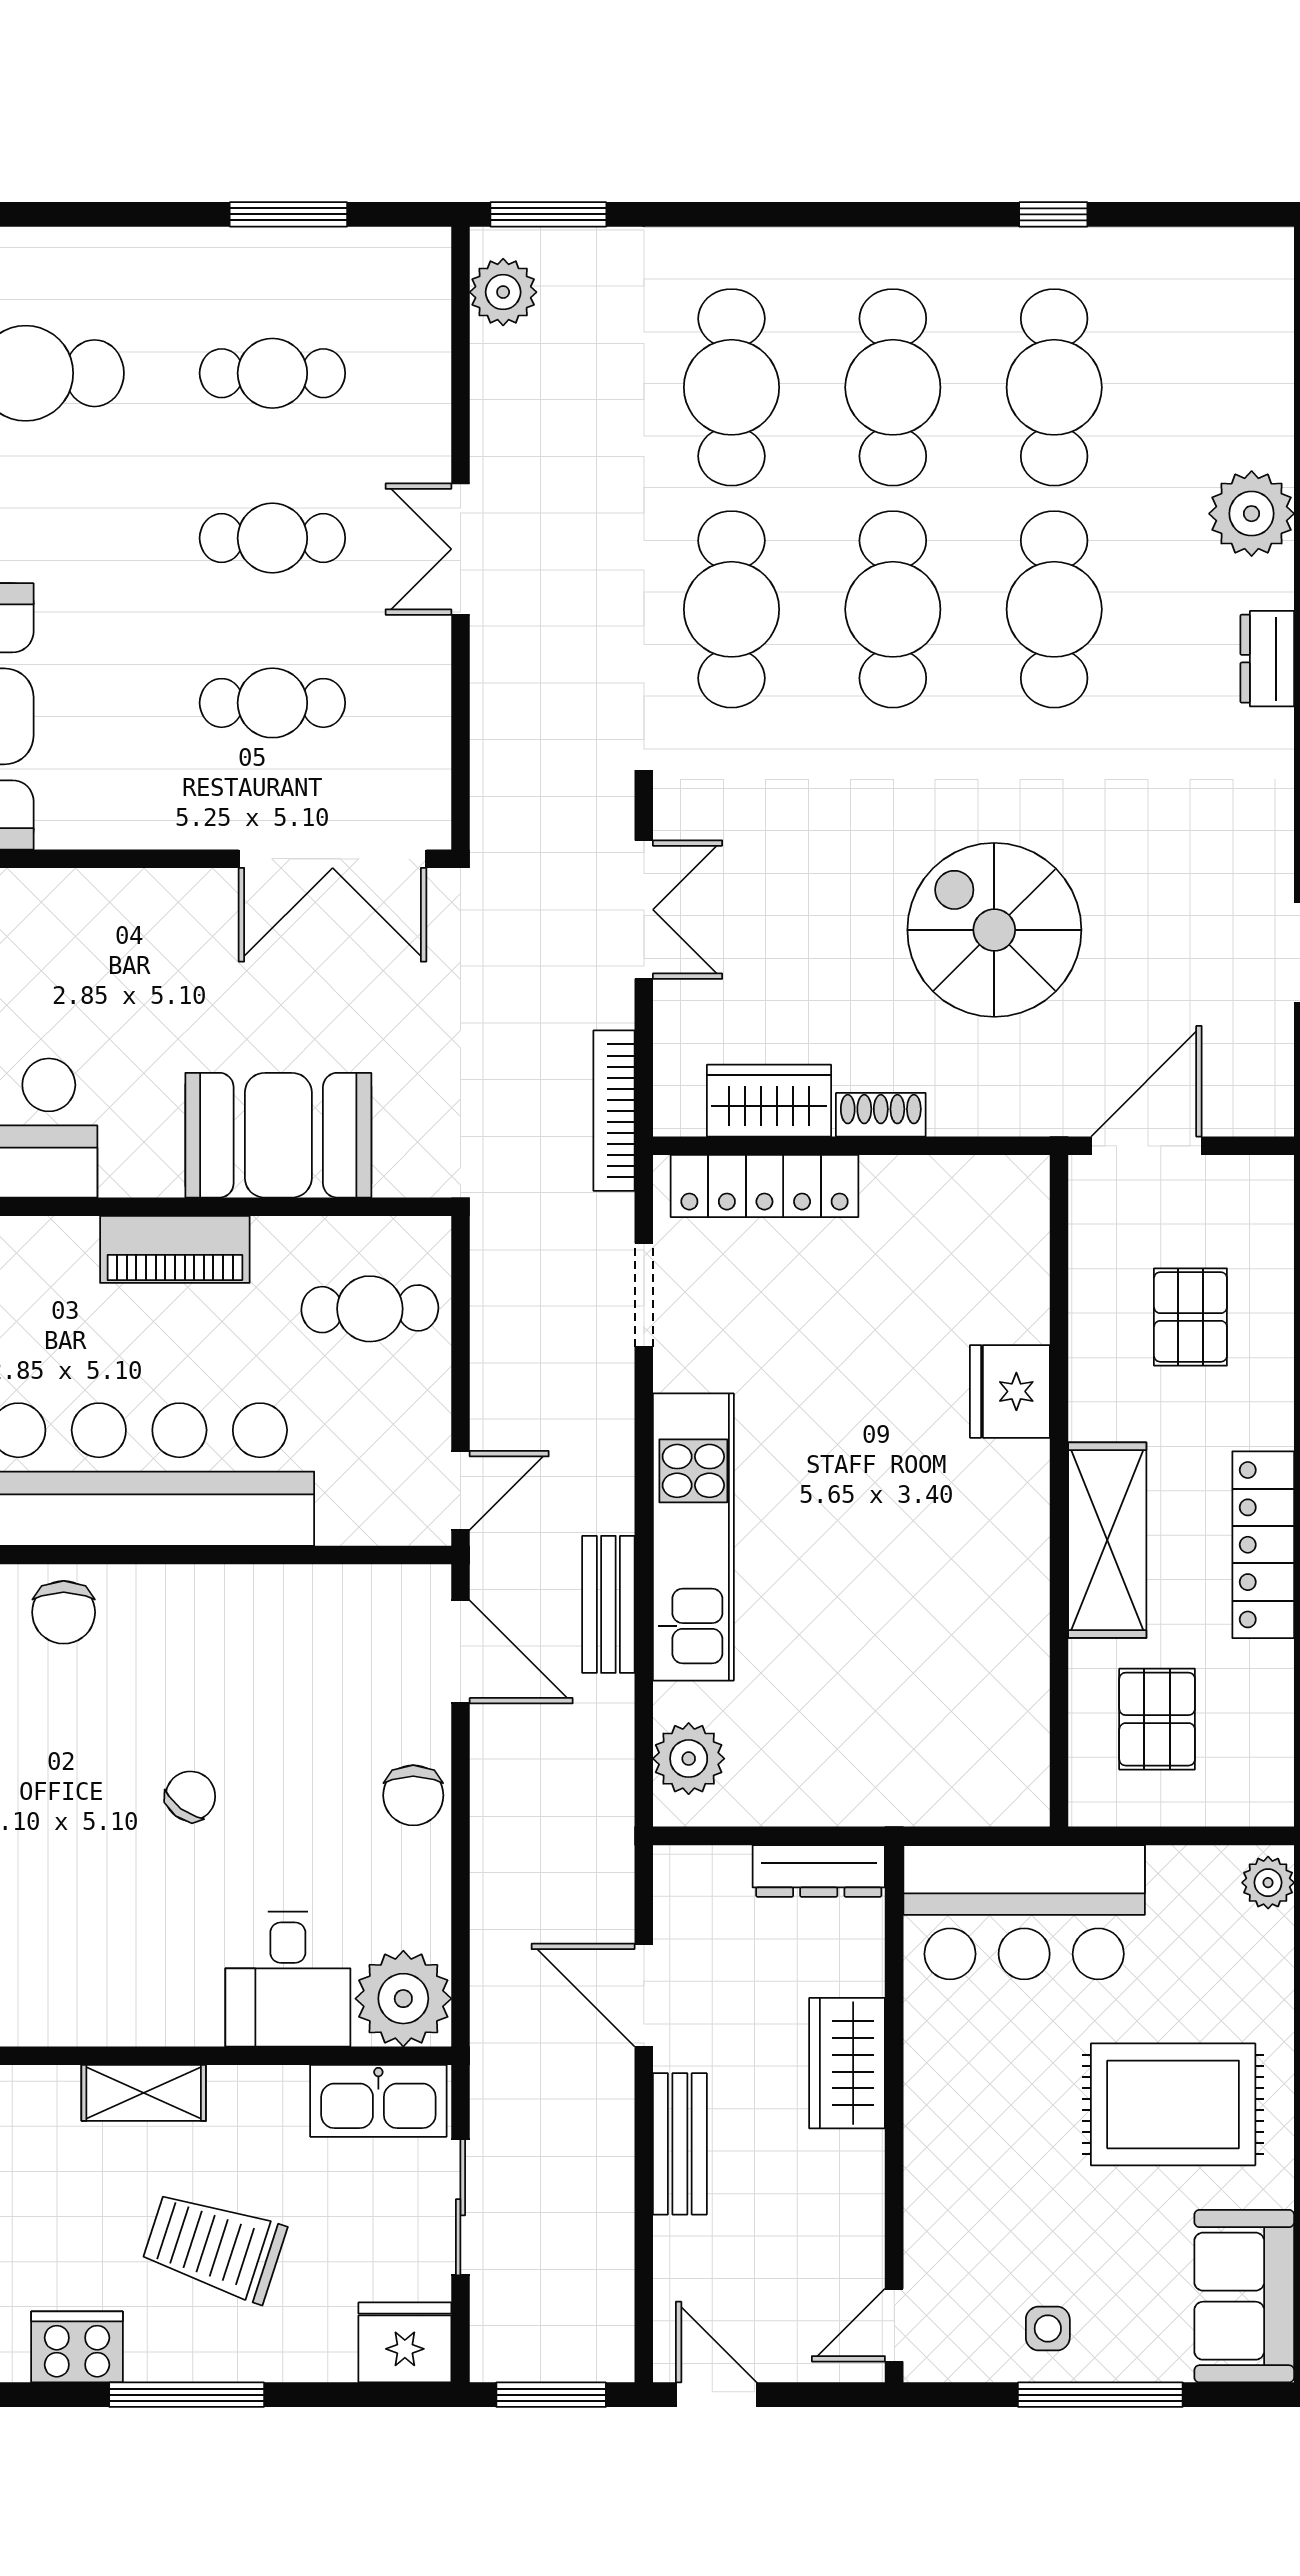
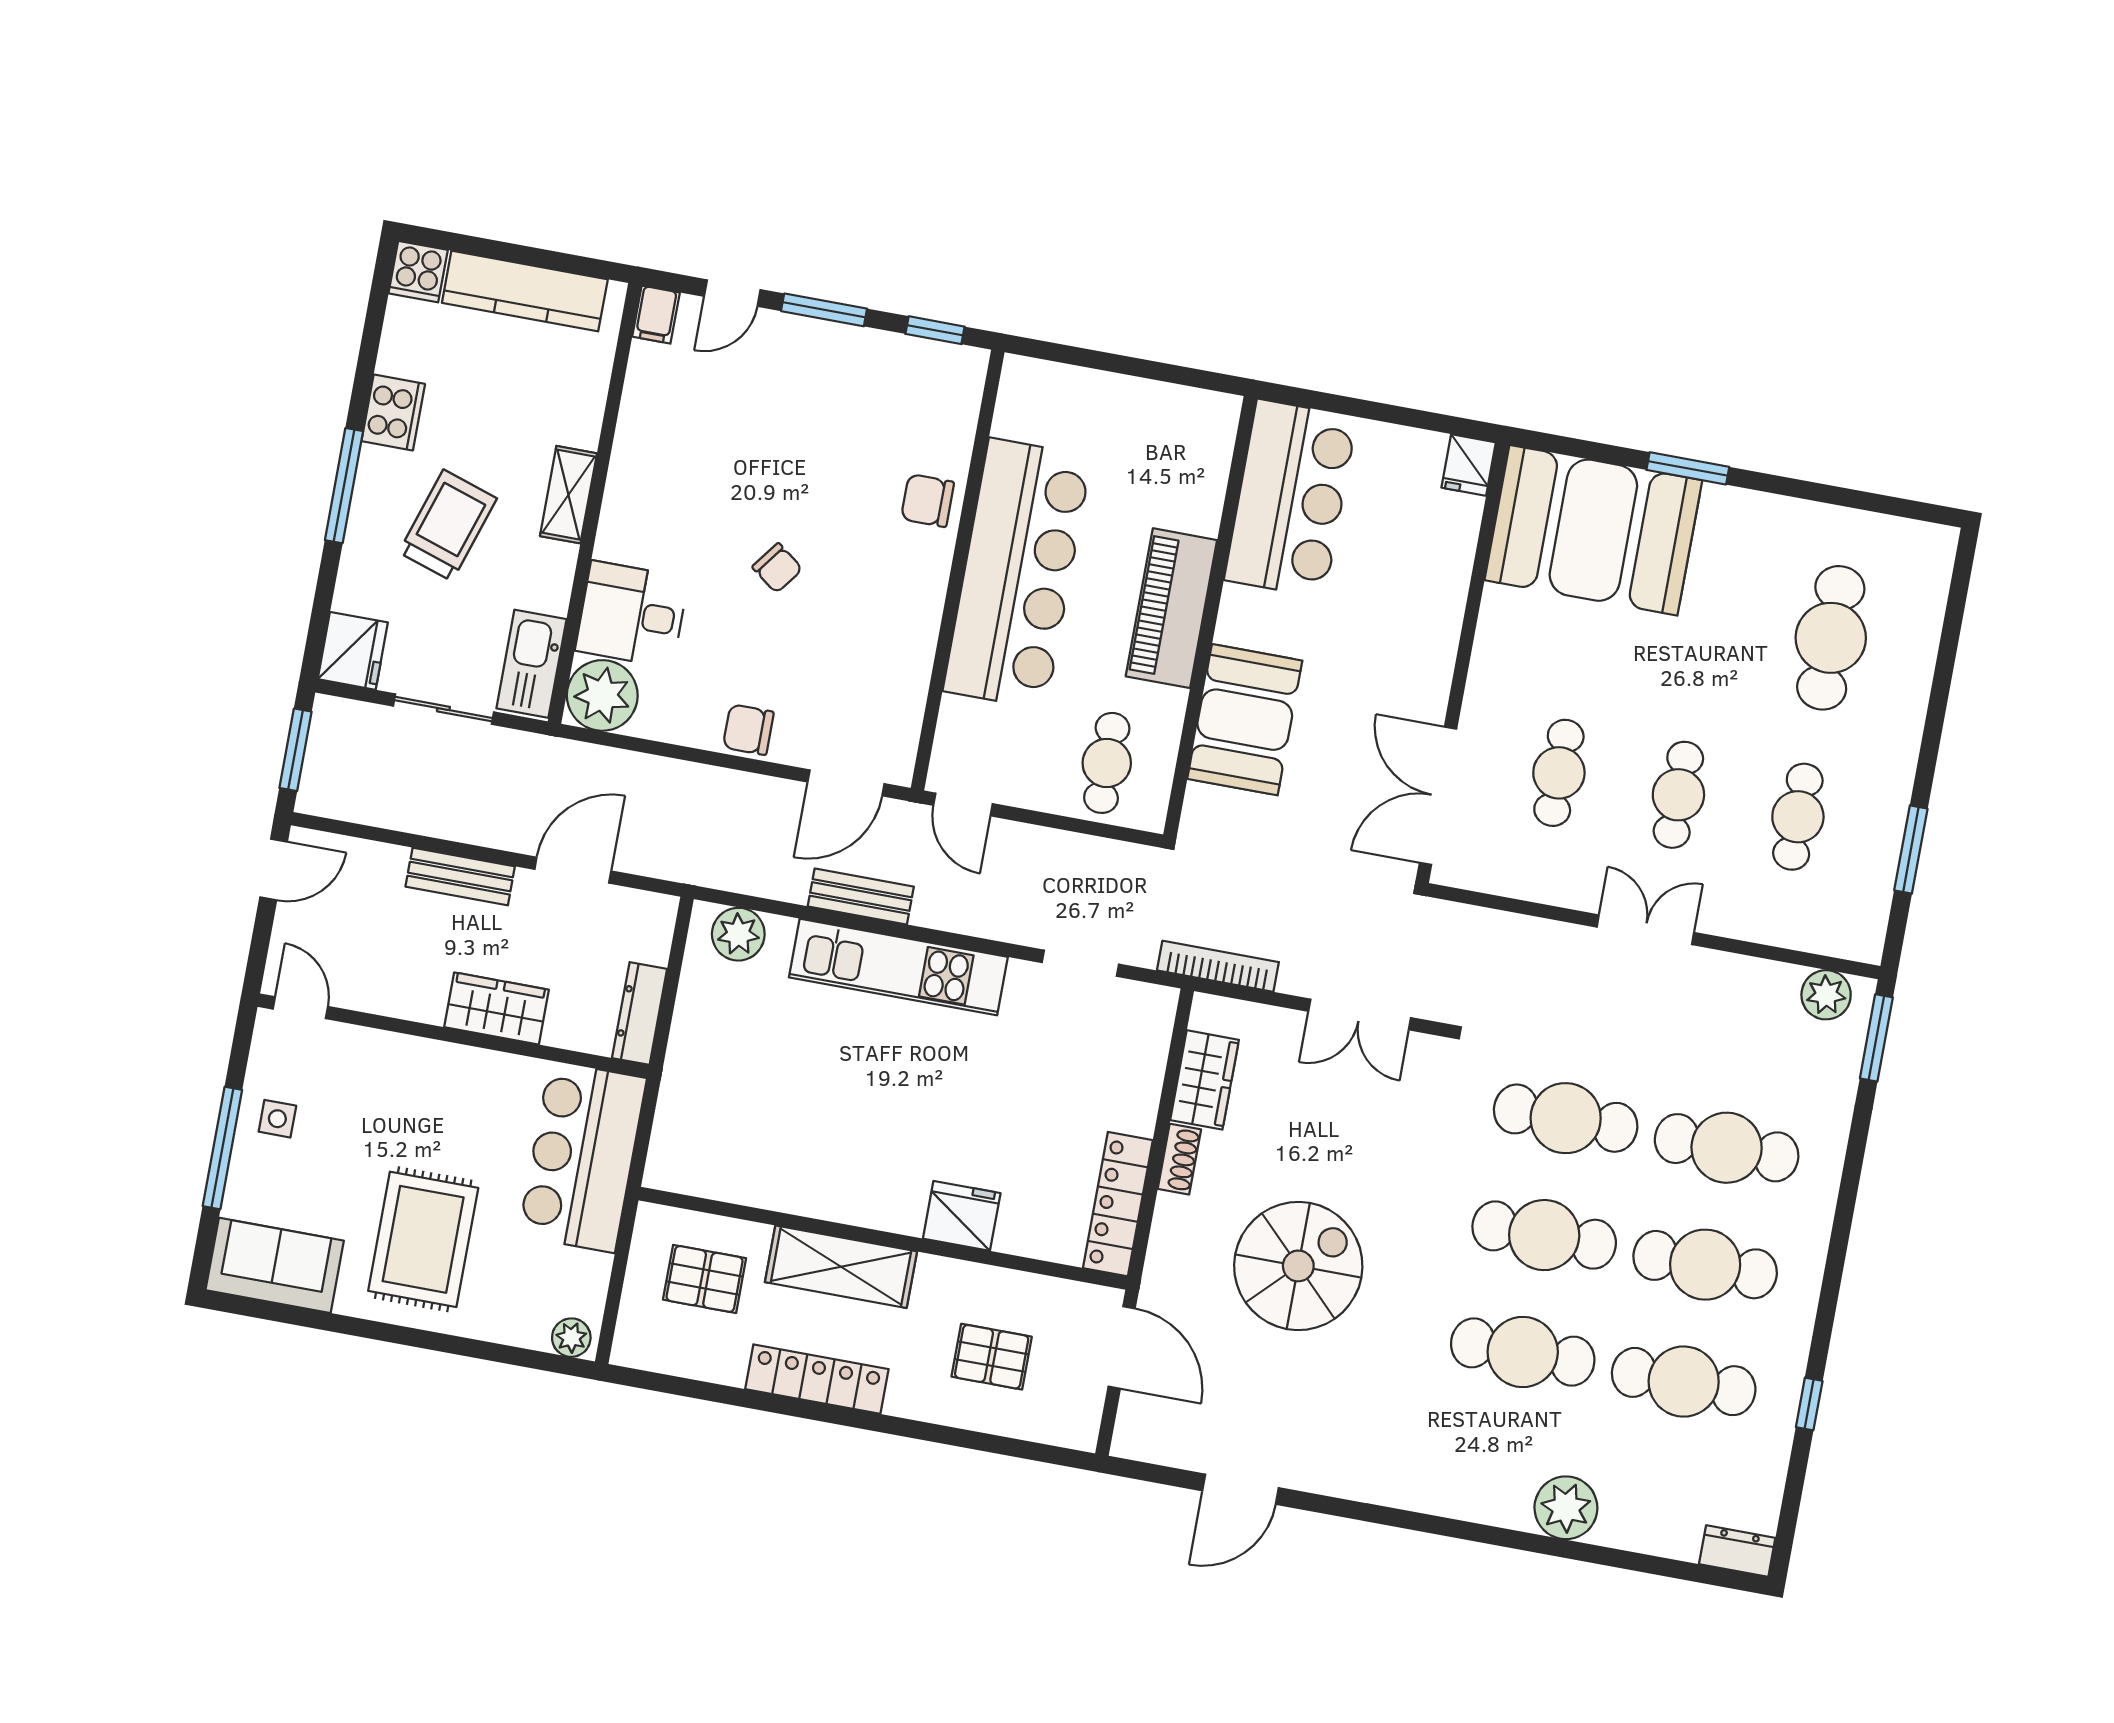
dresser: (1267, 659) -> (1737, 1551), moved
locker: (764, 1186) -> (1118, 1204), moved
piano: (175, 1249) -> (1171, 608), width x1.37, depth x1.33

